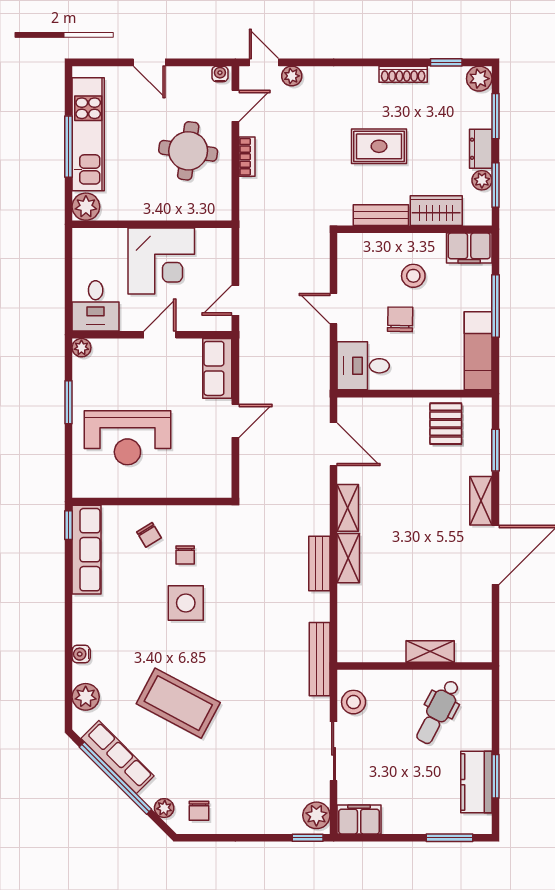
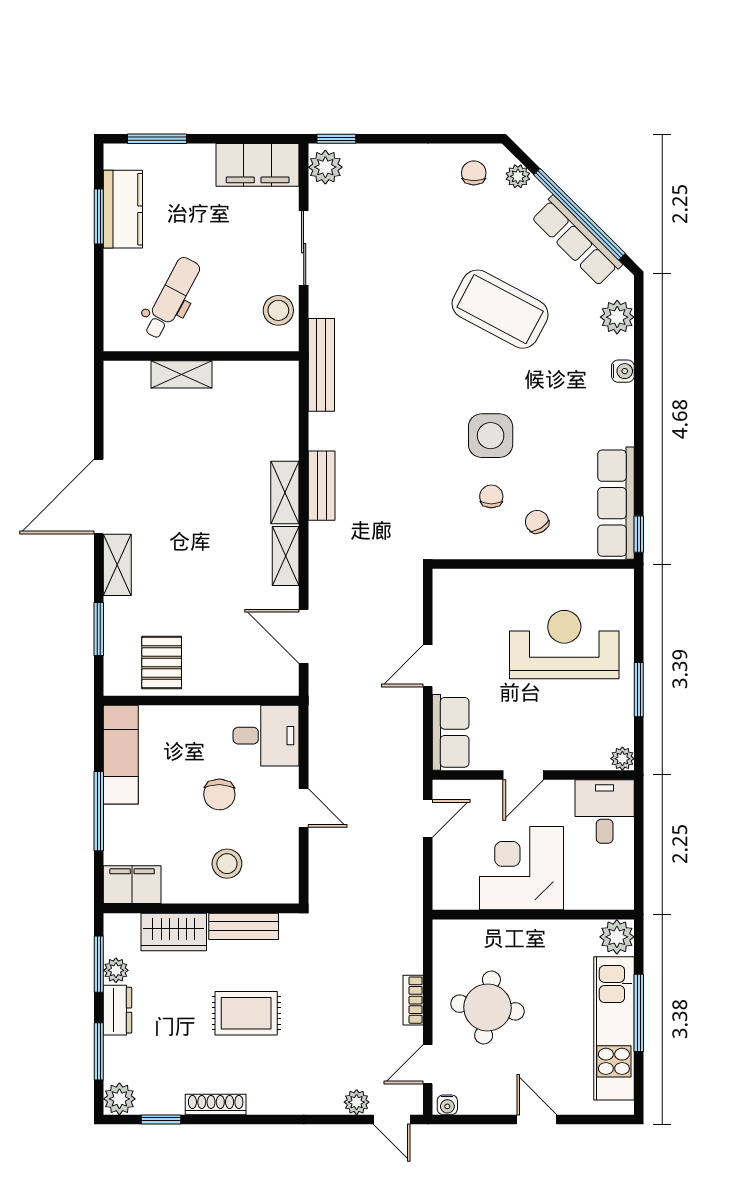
stool: (413, 276) -> (227, 864), moved
filing cabinet: (359, 820) -> (258, 165), width x1.50, depth x1.17

